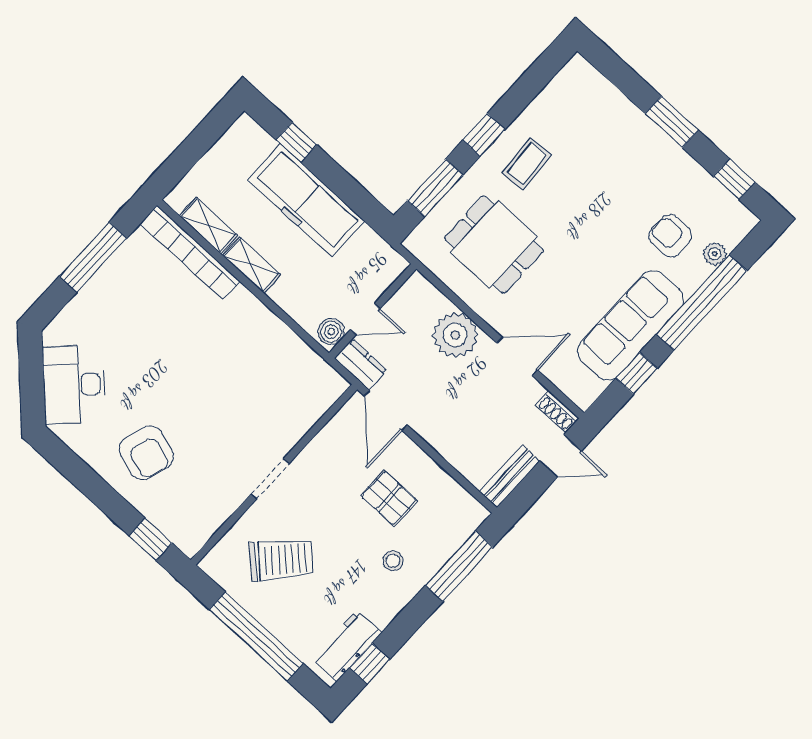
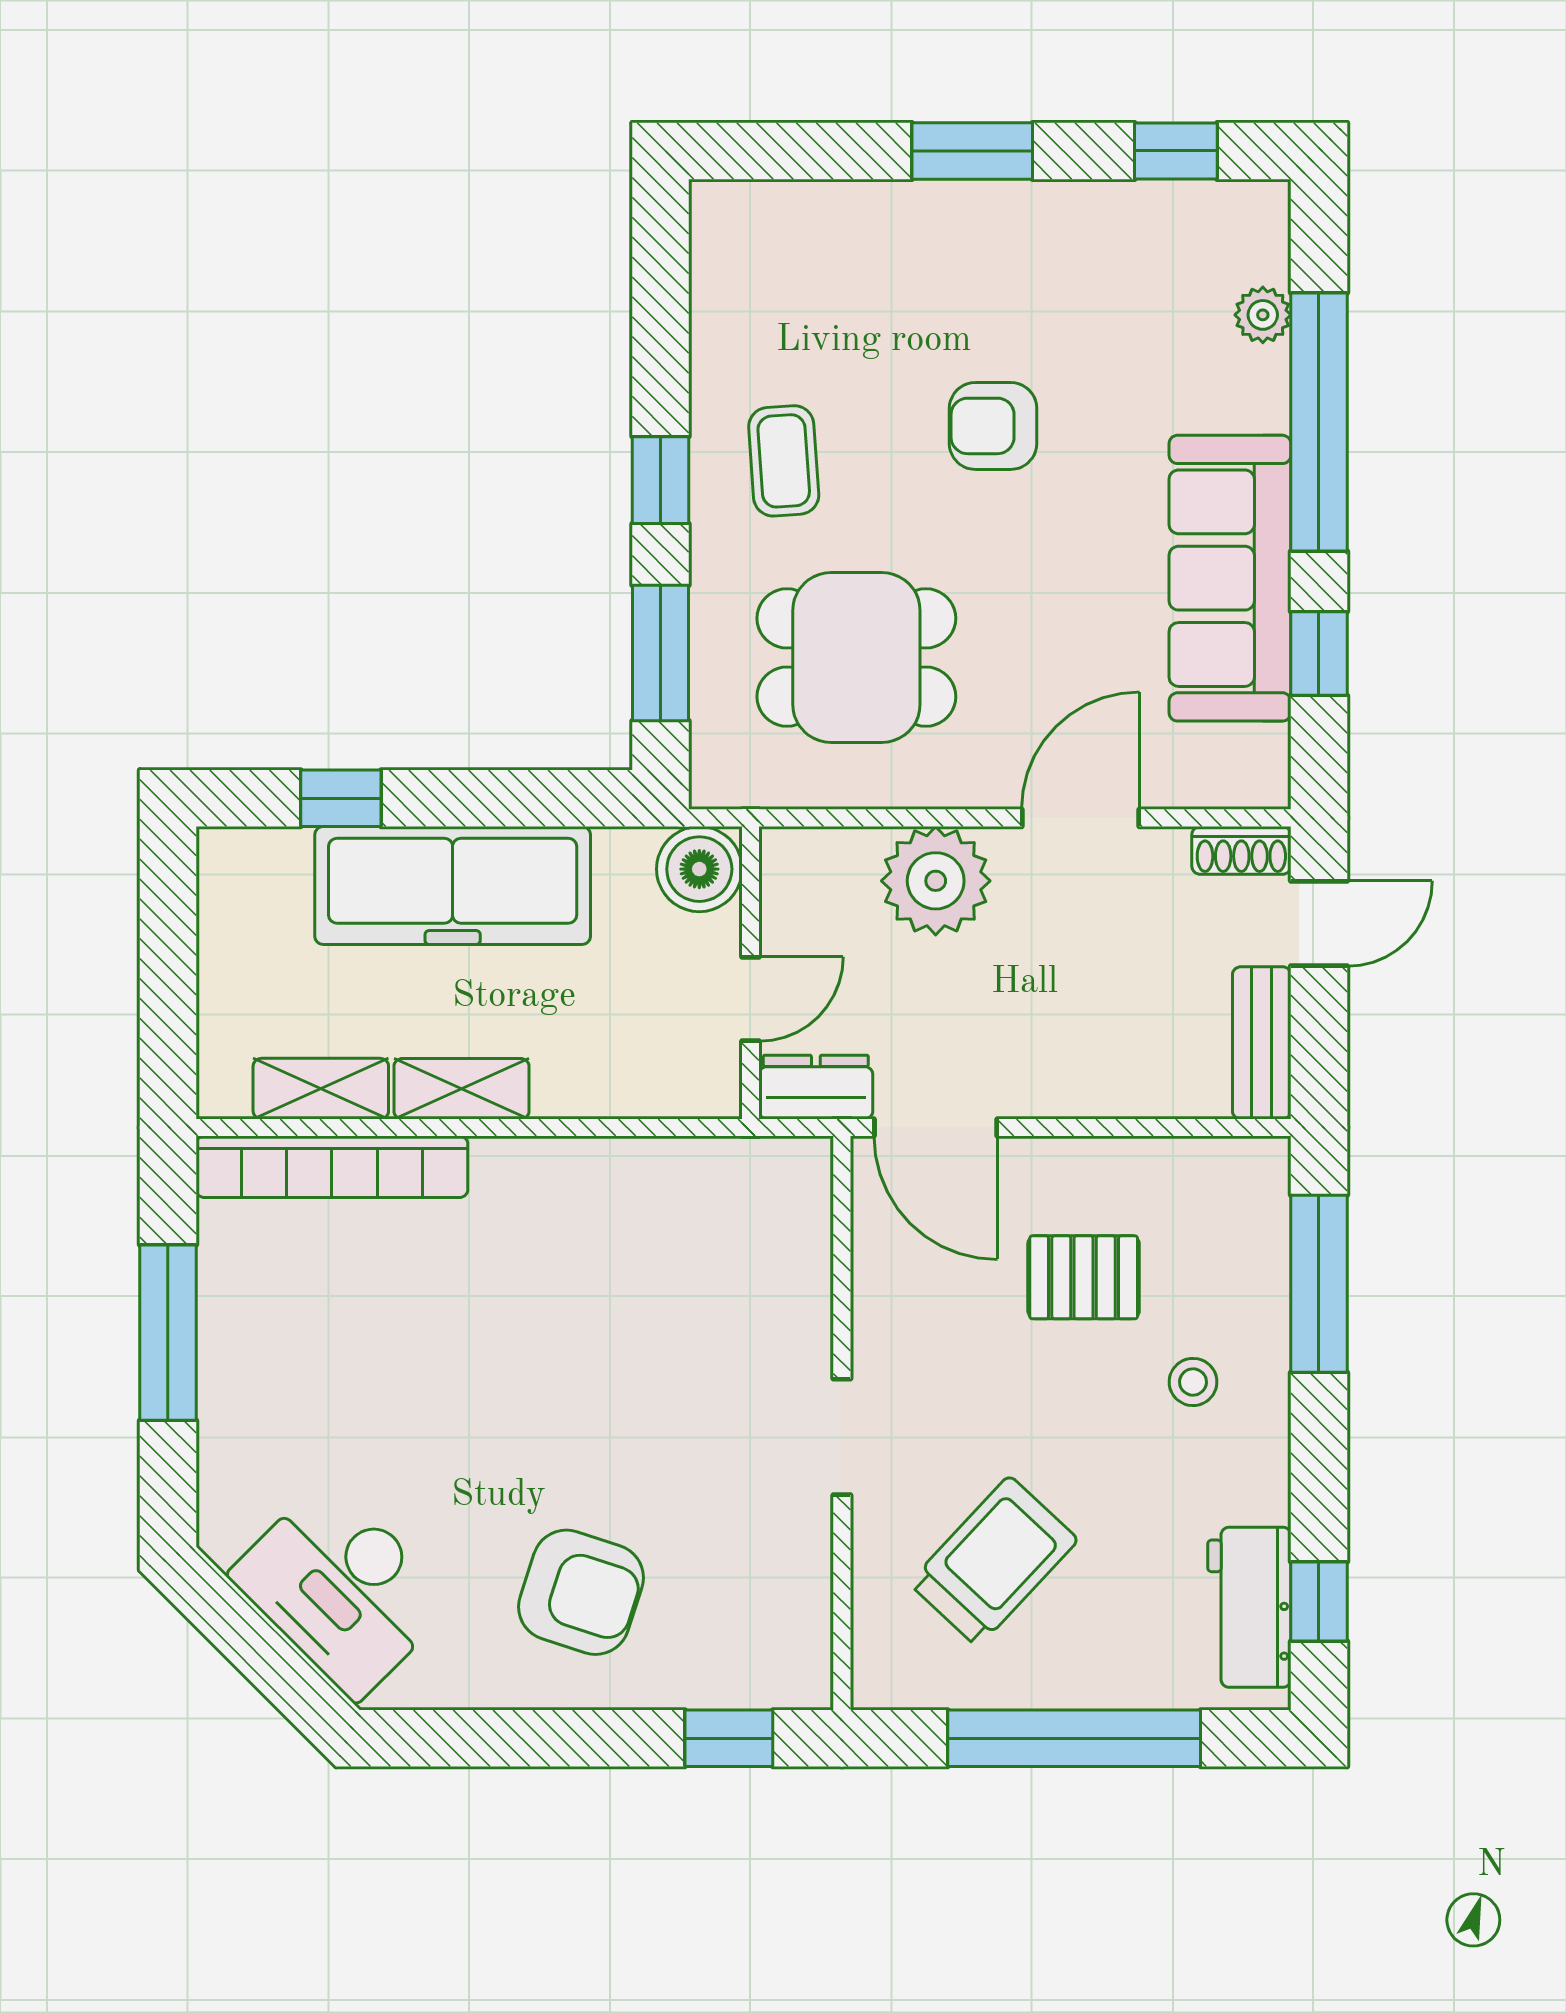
armchair: (670, 236) -> (993, 426), moved
boiler: (331, 332) -> (699, 869), moved, width x1.36, depth x1.36

